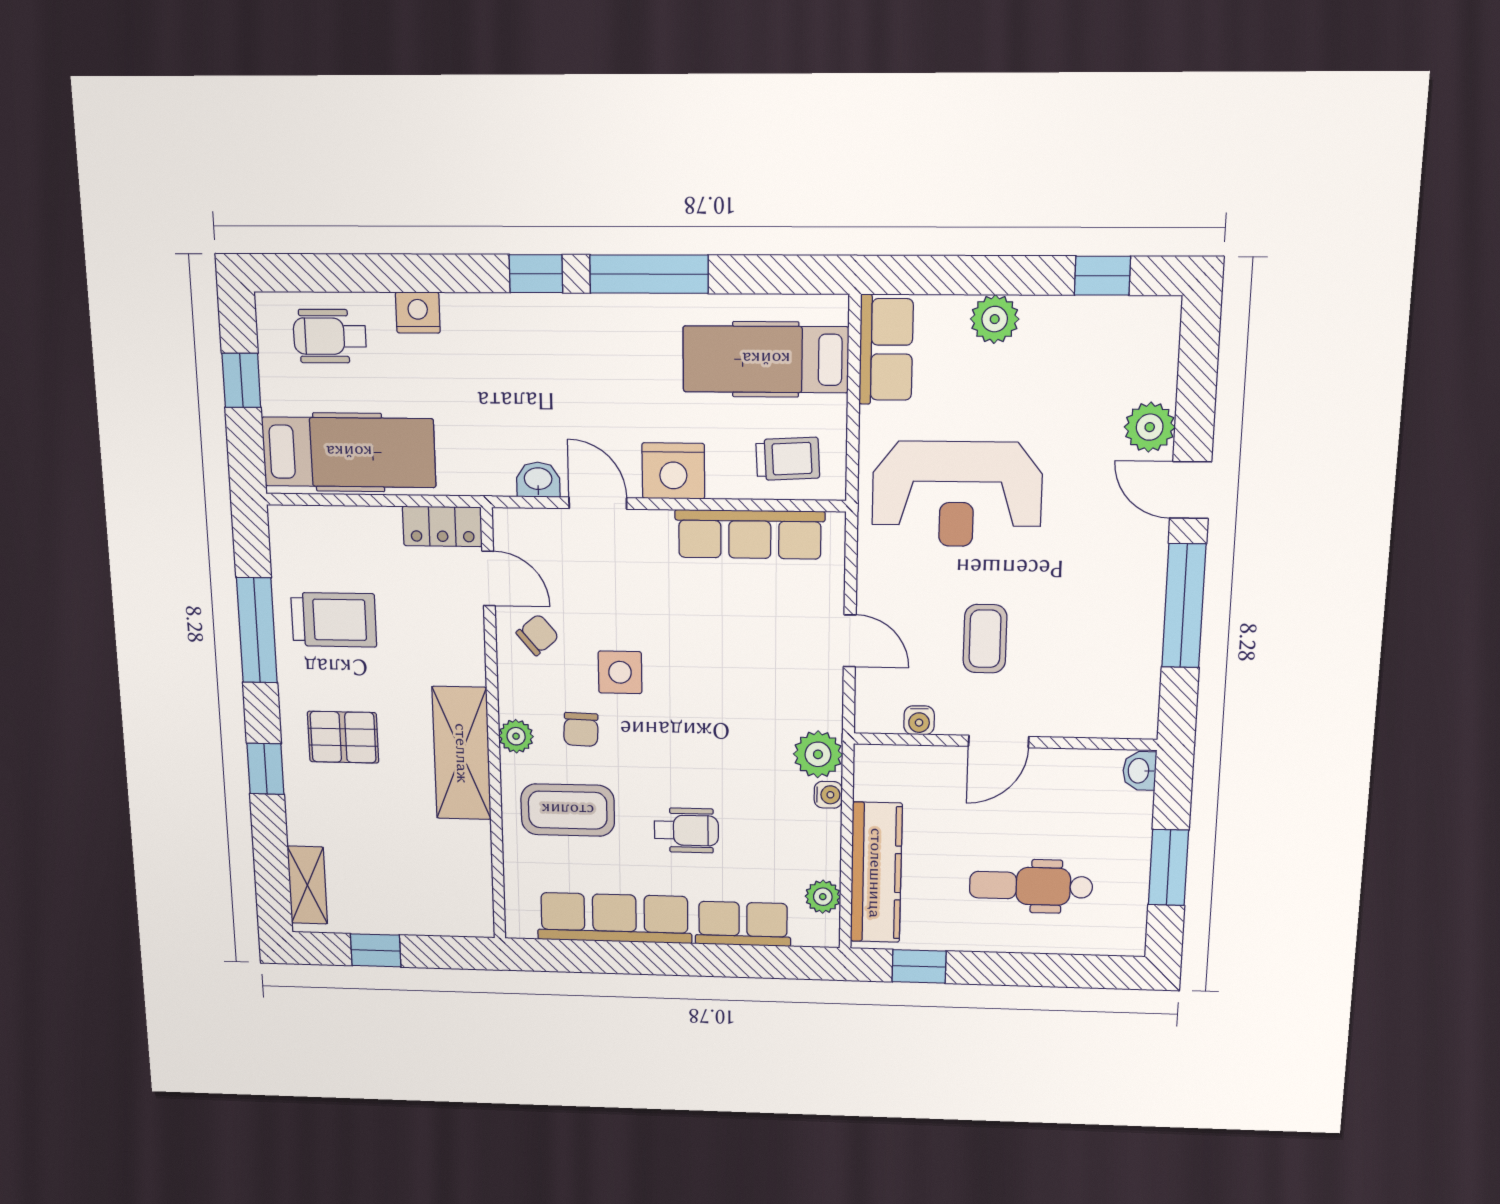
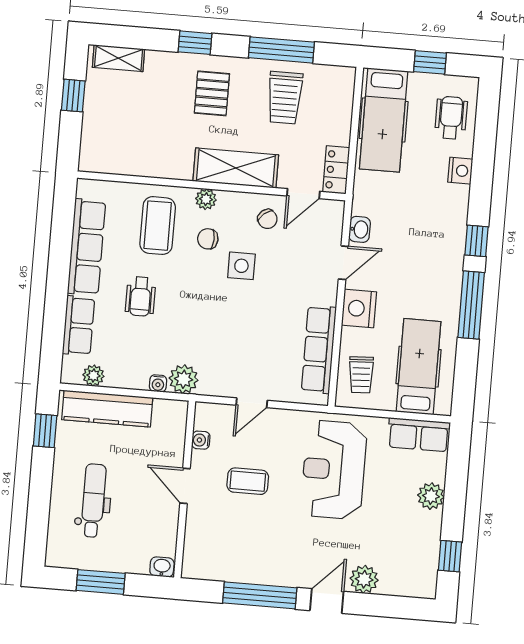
shelving: (462, 753) -> (236, 168), moved

